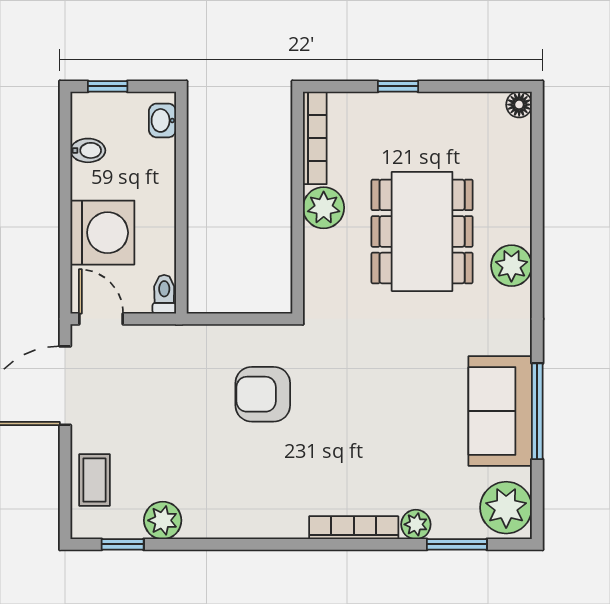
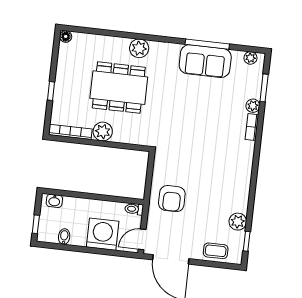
armchair: (263, 394) -> (172, 199), moved
plant: (506, 508) -> (250, 58), width x0.53, depth x0.53
bookcase: (354, 528) -> (252, 127), width x0.64

